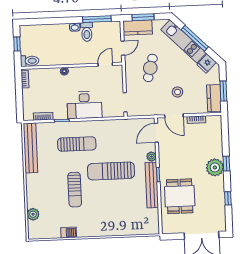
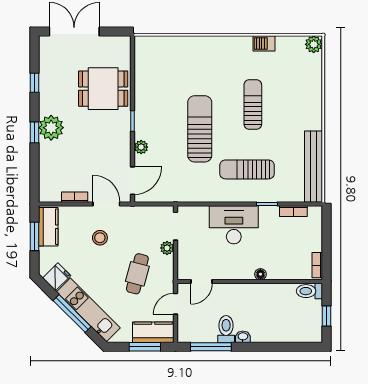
plant: (130, 87) -> (167, 248), added
sun lounger: (111, 171) -> (200, 129), turned -90
bench: (152, 185) -> (142, 106), removed
dining table: (180, 196) -> (103, 89), turned 90
plant: (33, 214) -> (314, 44), moved

